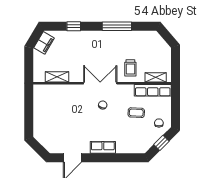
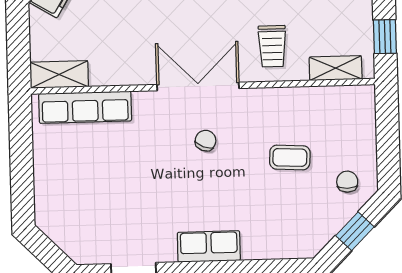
window: (176, 65) -> (385, 37), added
shelving: (57, 77) -> (59, 75), moved
row of seats: (153, 90) -> (85, 107), moved

